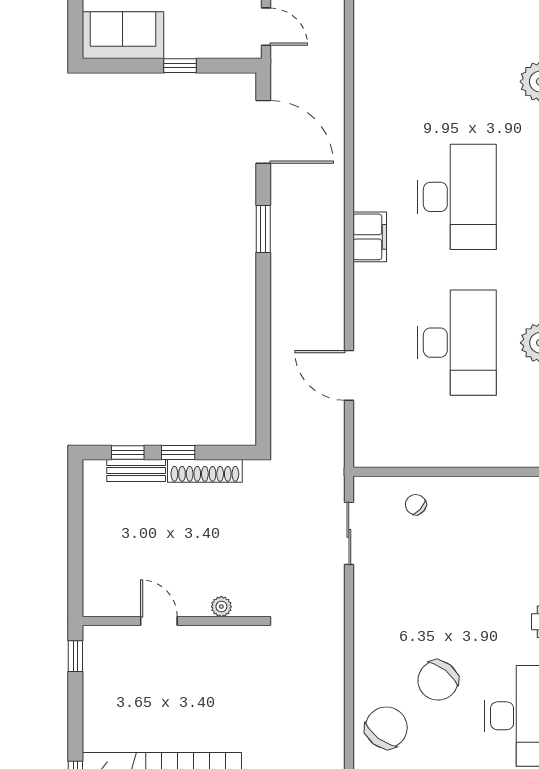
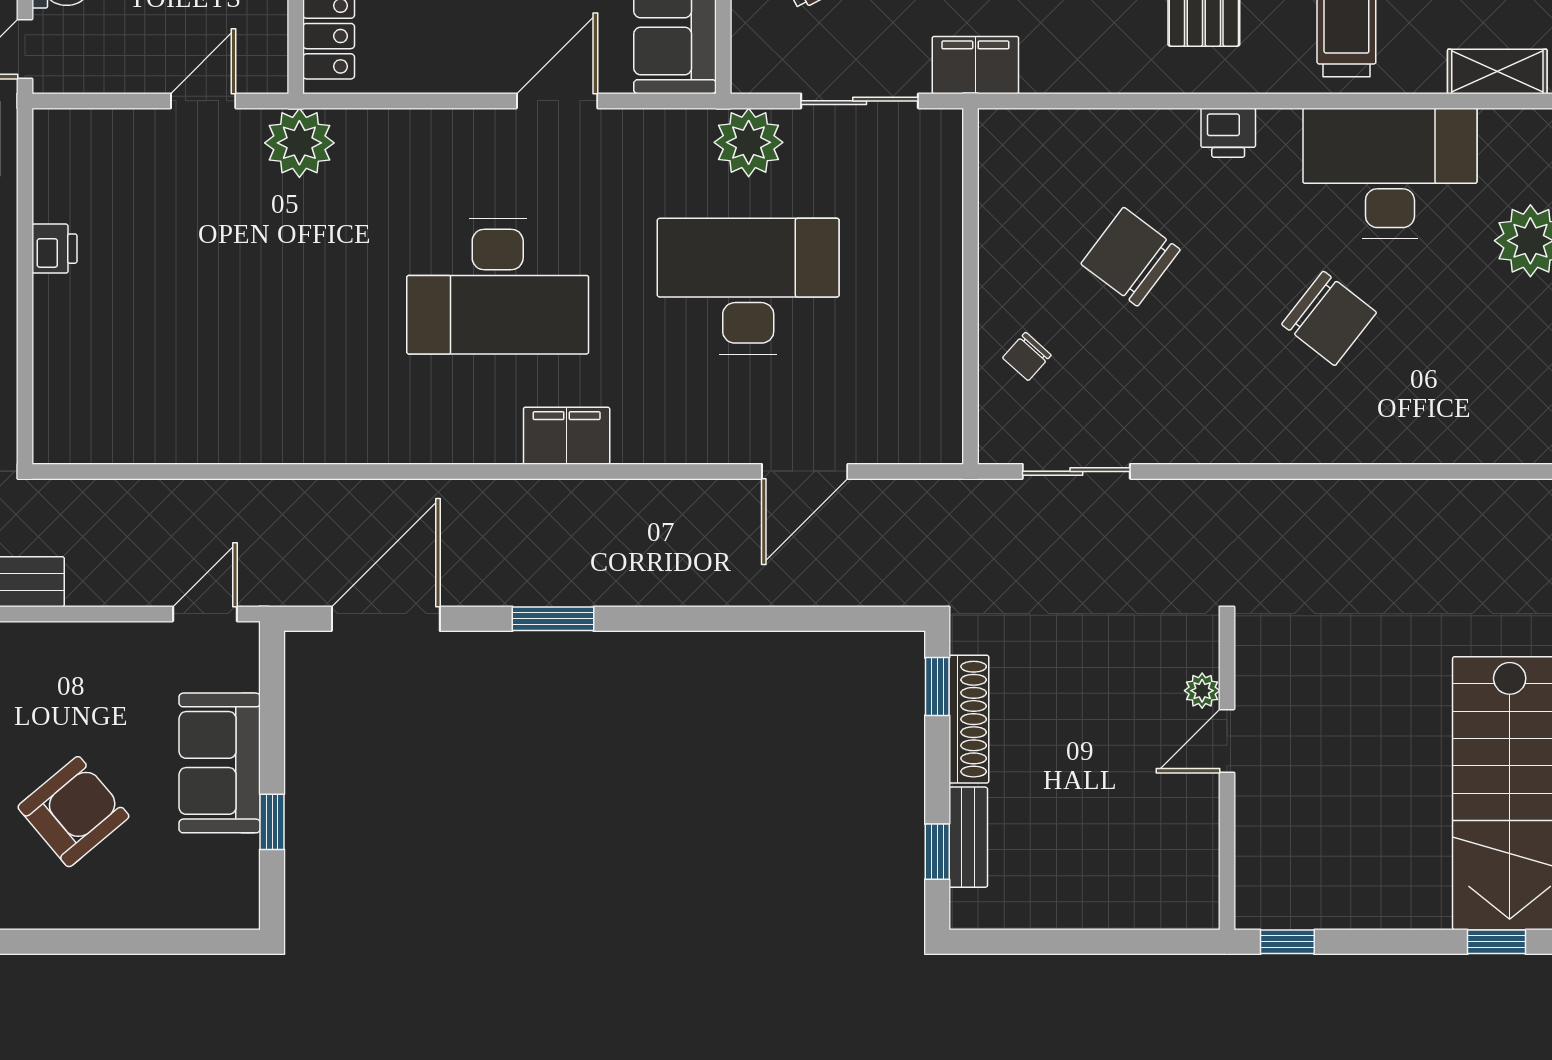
sofa: (123, 35) -> (220, 763), moved
window: (180, 66) -> (272, 822), moved
desk: (457, 197) -> (498, 286), turned 180
window: (178, 452) -> (937, 686), moved
door: (159, 621) -> (1227, 741), moved
chair: (386, 728) -> (1131, 257), moved

